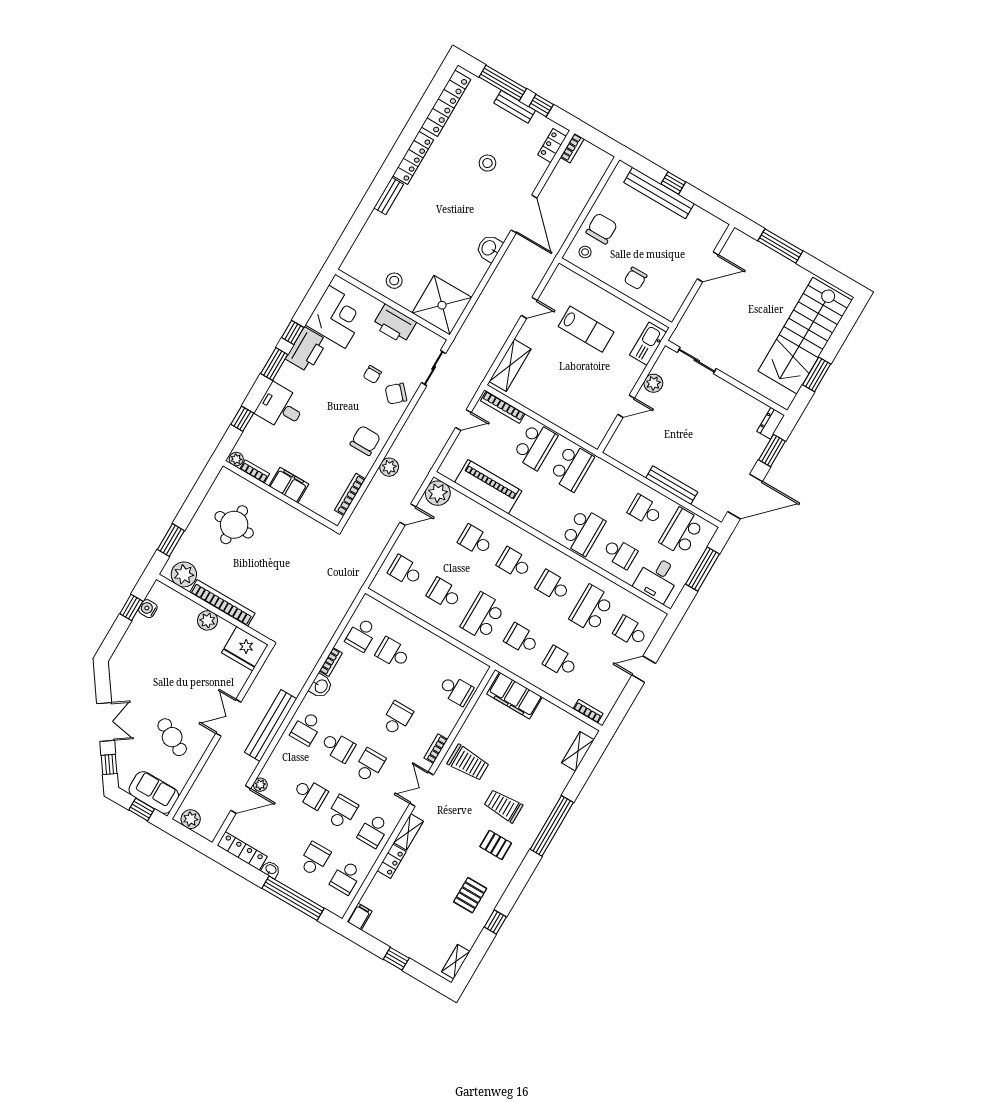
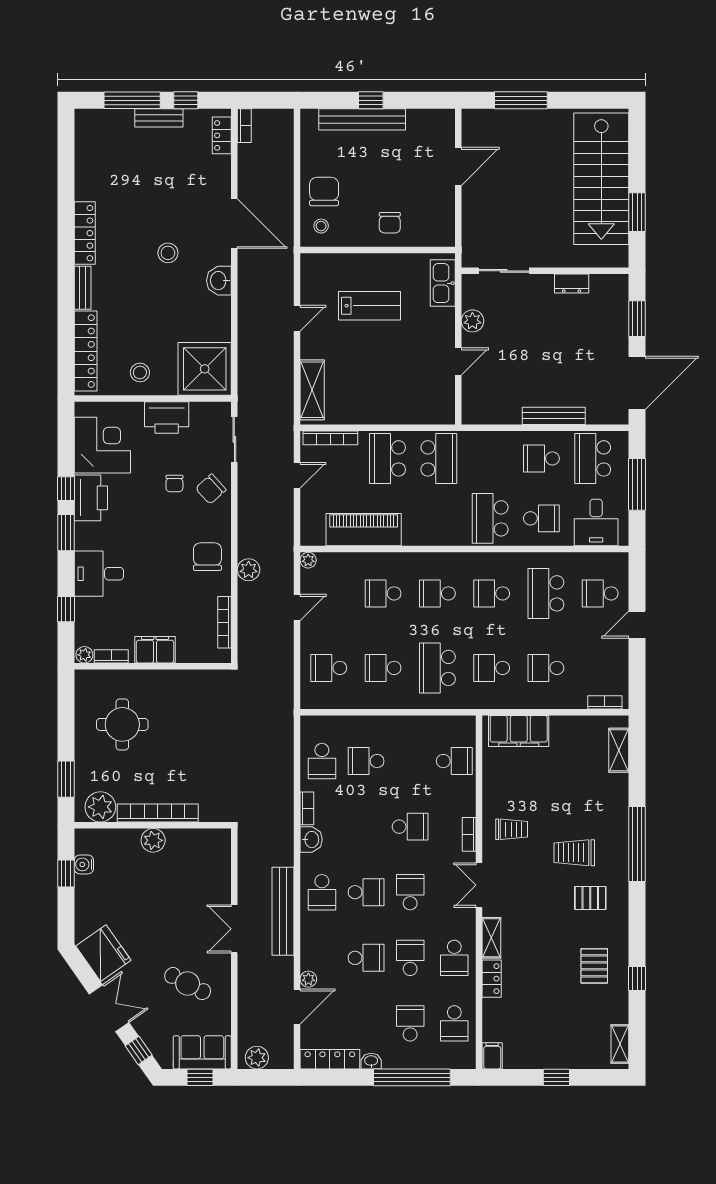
locker: (446, 103) -> (86, 351), moved
stool: (487, 163) -> (168, 253), moved
dresser: (771, 423) -> (572, 284), moved, turned -90
school desk: (535, 446) -> (388, 458), turned 180
plant: (438, 493) -> (308, 560), width x0.53, depth x0.53
school desk: (583, 532) -> (490, 518), turned 180
fridge: (245, 649) -> (103, 953), moved, turned -125
school desk: (397, 718) -> (410, 827), turned 90
trolley: (468, 763) -> (512, 829), width x0.73, depth x0.72

